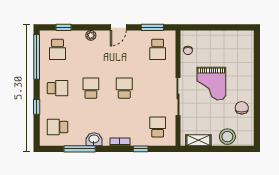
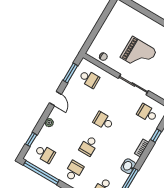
school desk: (91, 88) -> (89, 146), turned -90

